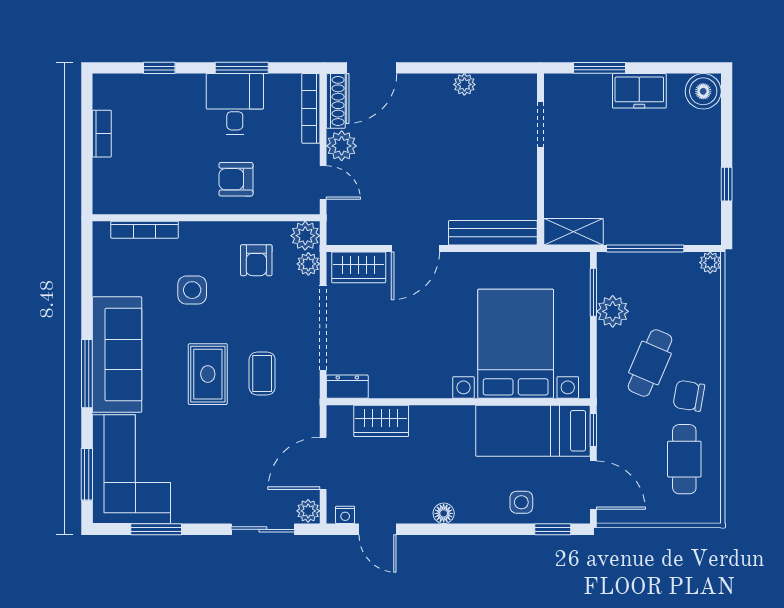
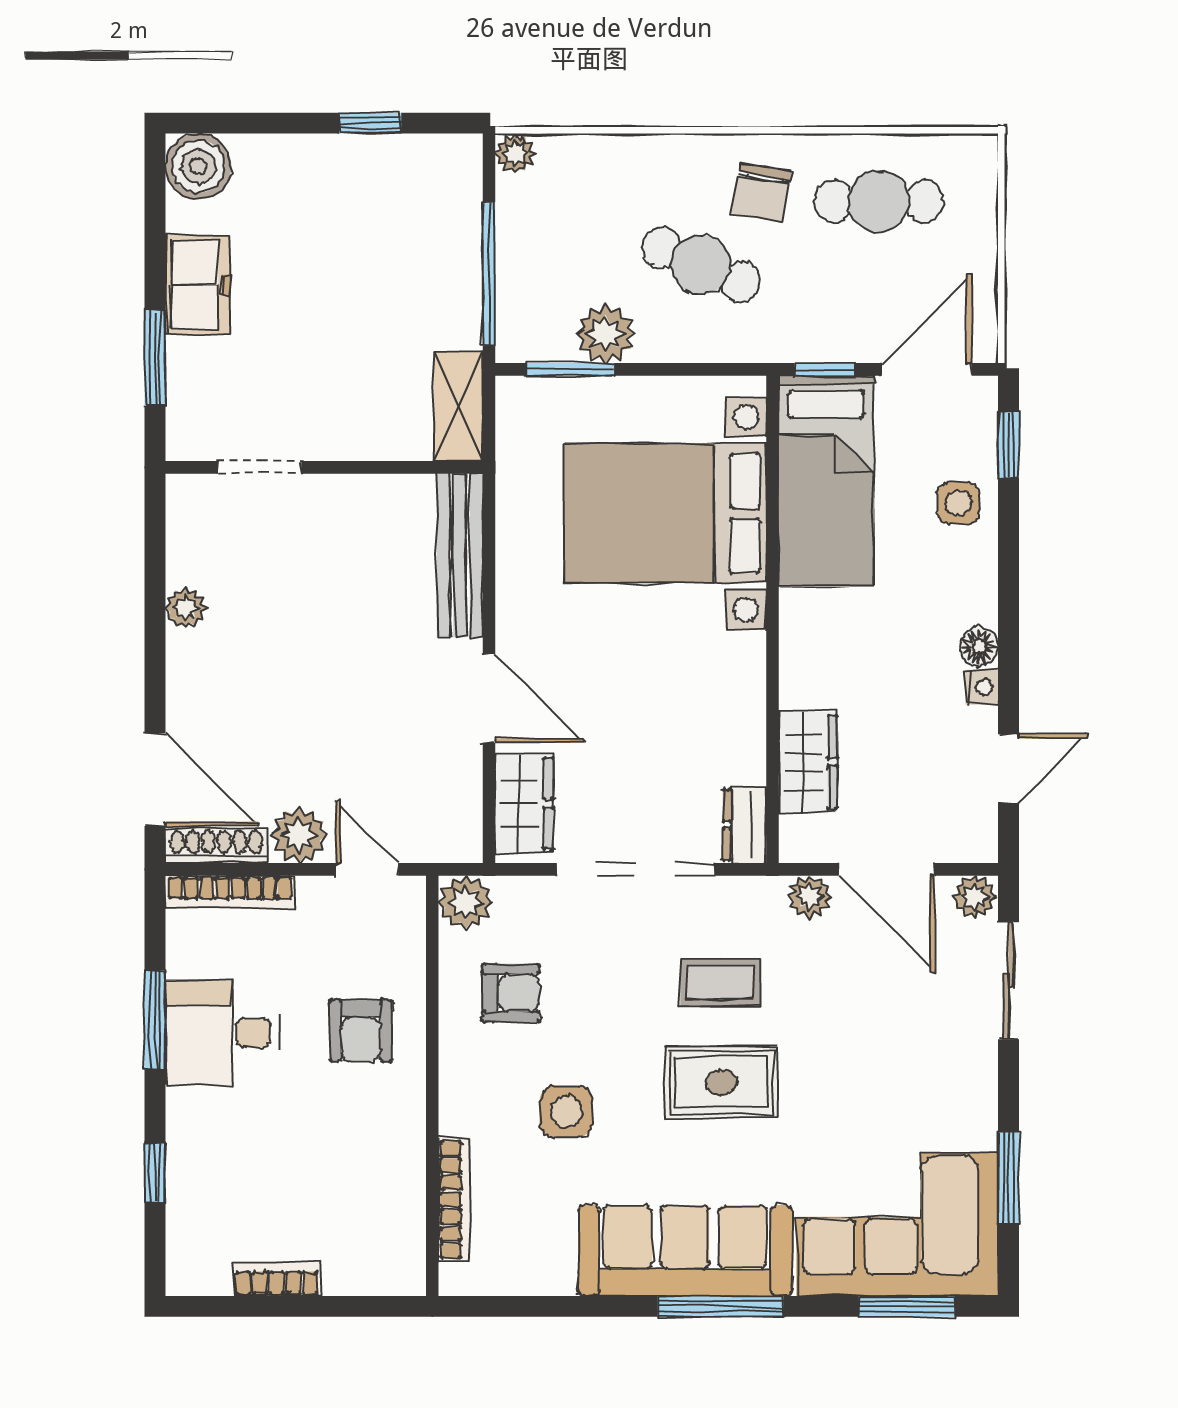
door: (323, 183) -> (367, 869), hinge flipped
plant: (308, 264) -> (810, 897), moved
nightstand: (345, 515) -> (982, 687), moved

